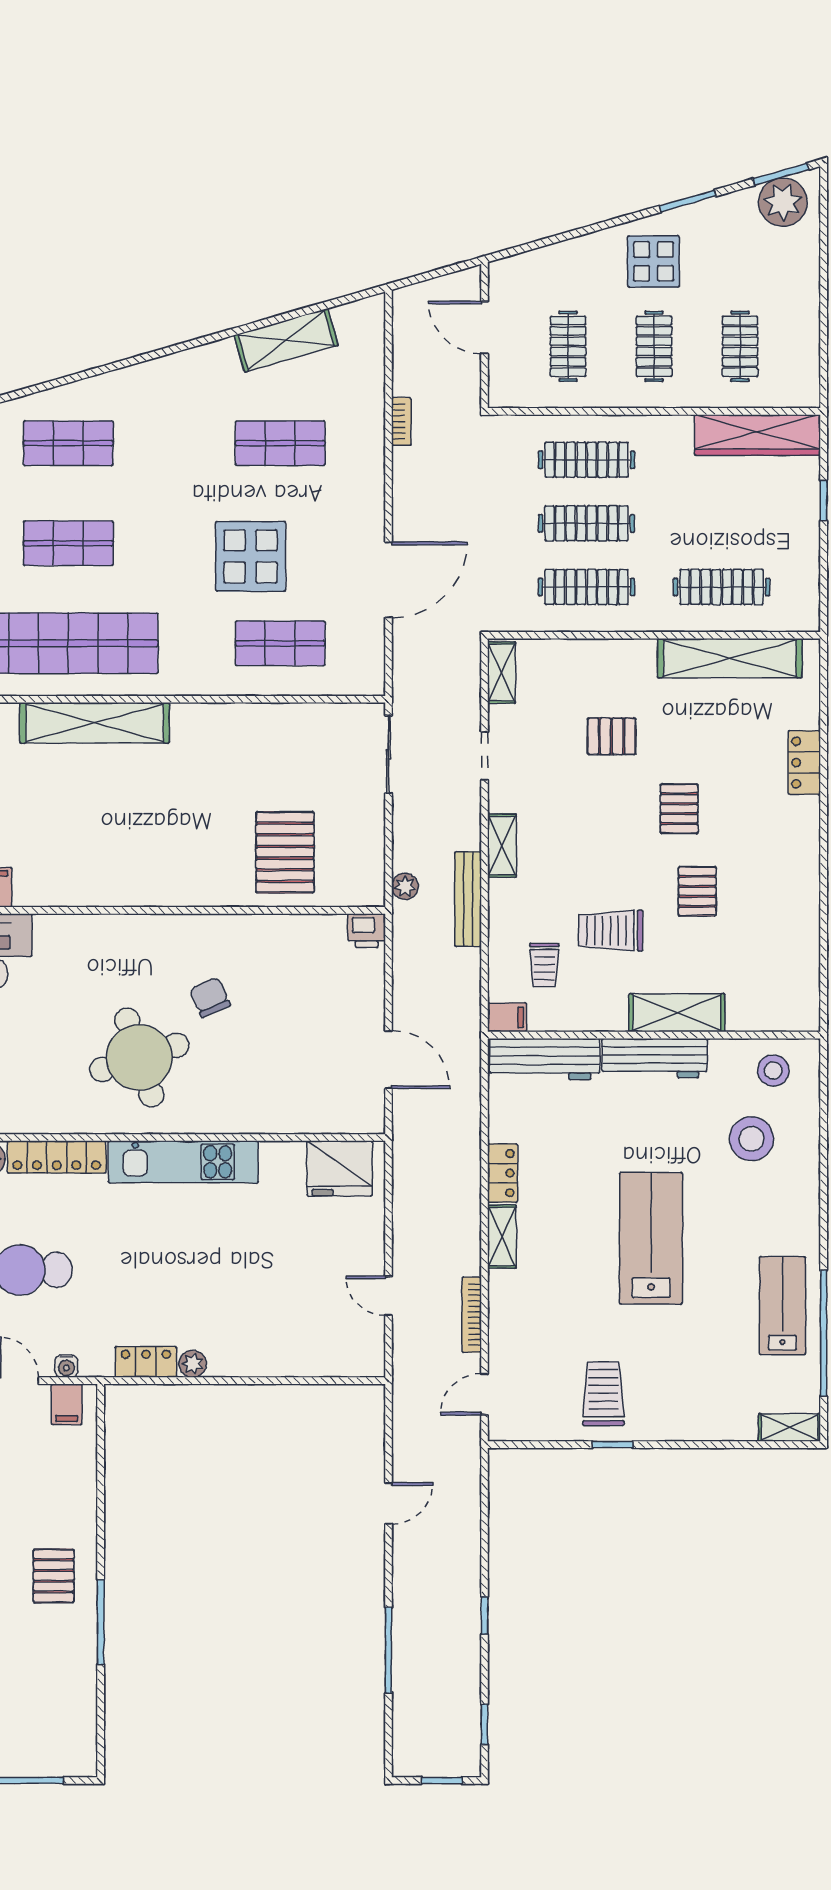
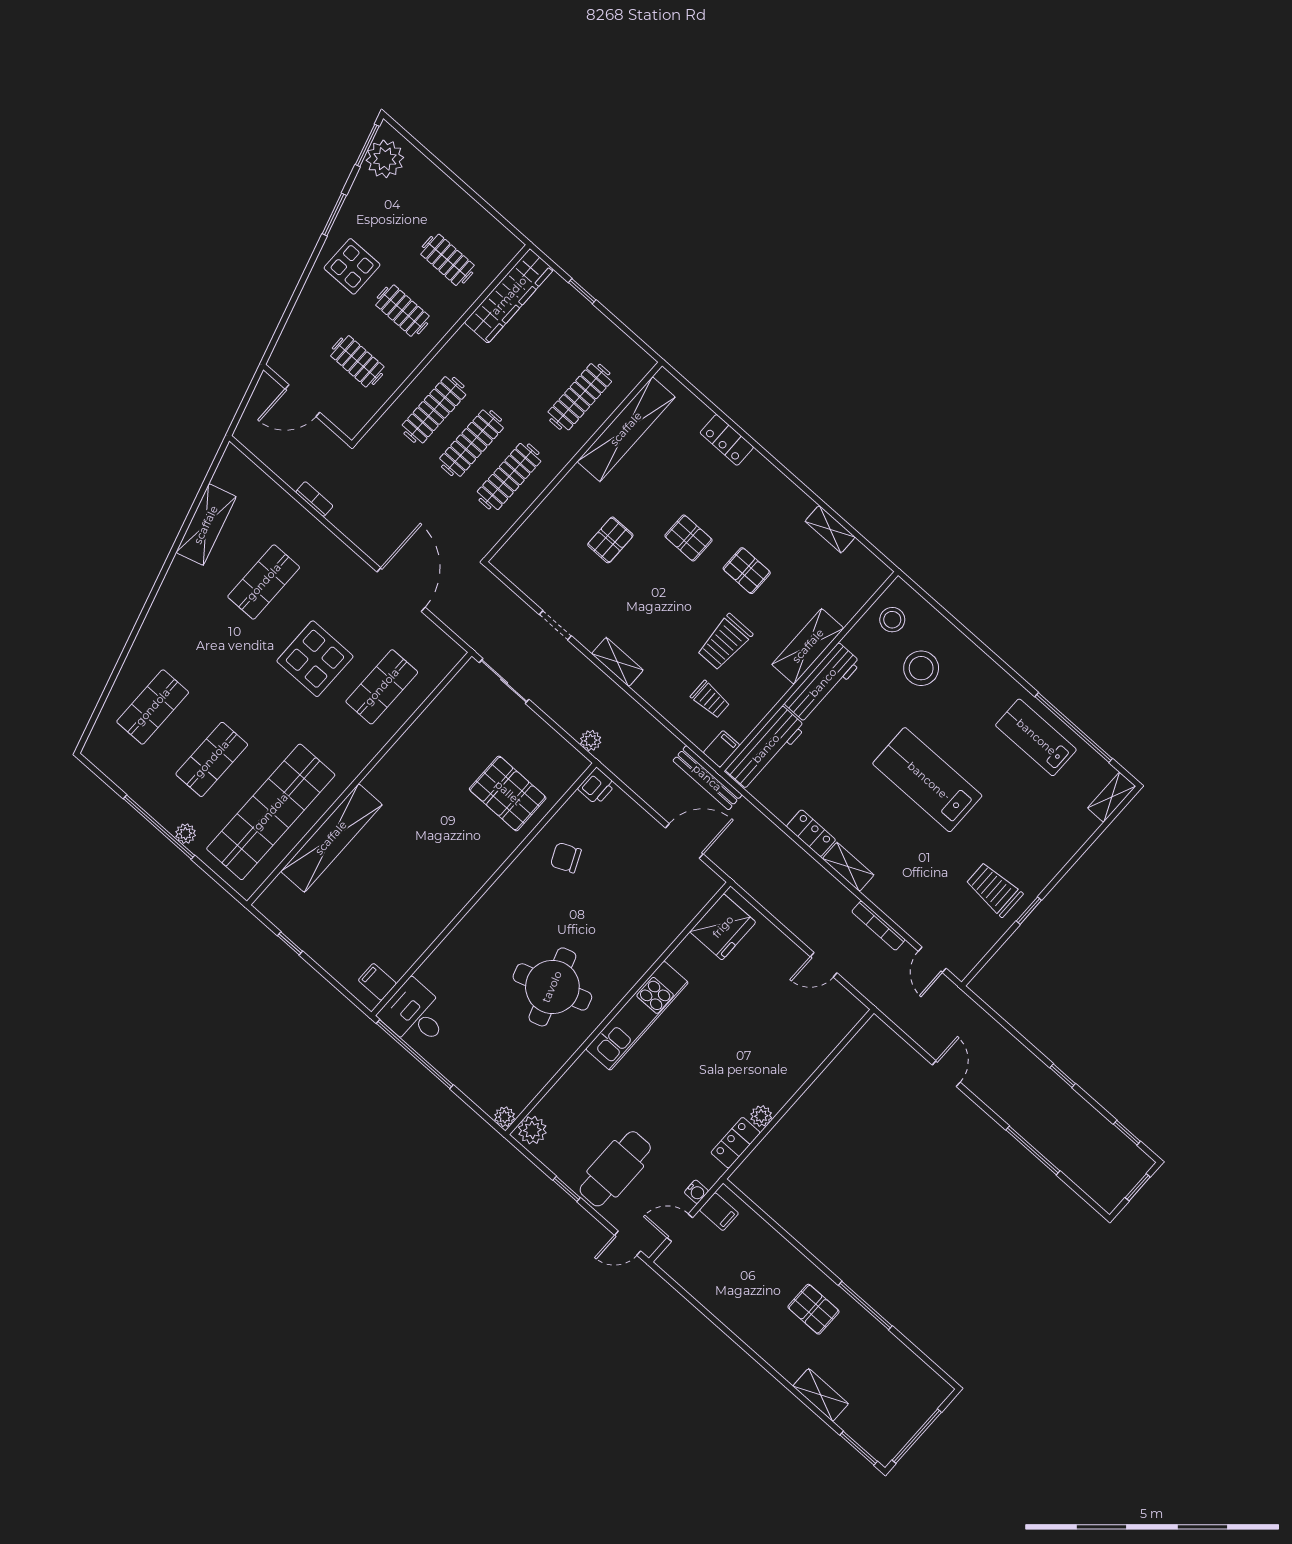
shelving: (502, 673) -> (830, 529), moved
bench: (468, 899) -> (707, 778), moved
chair: (210, 997) -> (566, 858), moved
locker: (57, 1157) -> (568, 1088), removed

